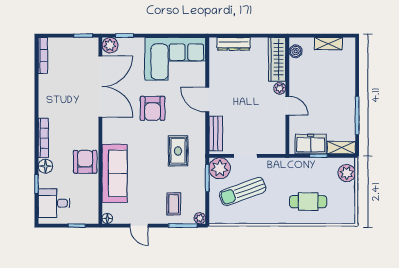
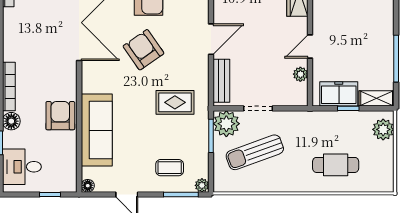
plant: (280, 88) -> (300, 74), moved
door: (207, 100) -> (211, 39), swing flipped
door: (287, 106) -> (310, 46), swing flipped
armchair: (153, 108) -> (144, 50), turned 145
rug: (178, 151) -> (175, 102), turned 90
coffee table: (174, 204) -> (170, 168), turned 90

